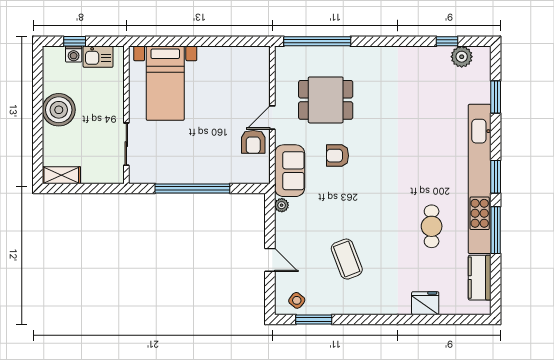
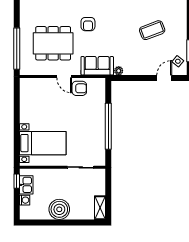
window: (75, 41) -> (17, 181), moved
dining table: (326, 100) -> (53, 43), width x1.38
armchair: (338, 156) -> (88, 24), moved
door: (270, 260) -> (164, 78), moved

